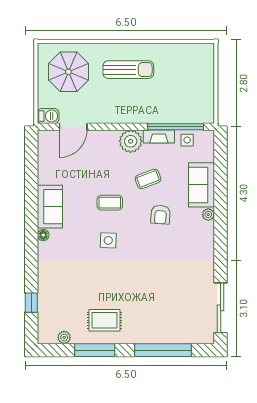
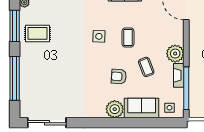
side table: (187, 140) -> (169, 108), moved
plant: (208, 215) -> (115, 109), width x1.88, depth x1.88
rug: (105, 320) -> (37, 33), turned 90

